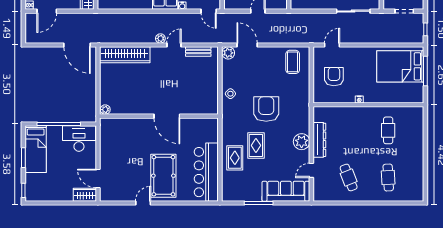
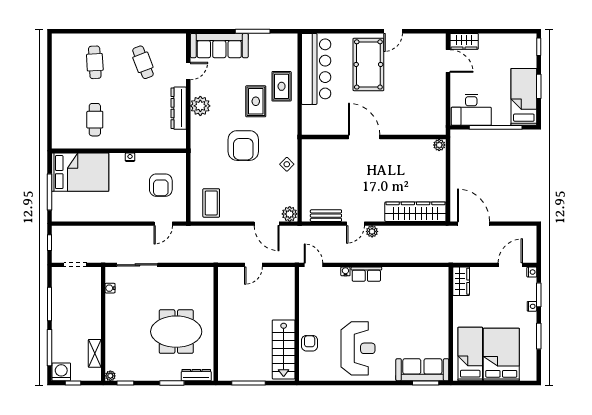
bed: (400, 66) -> (80, 172), moved

